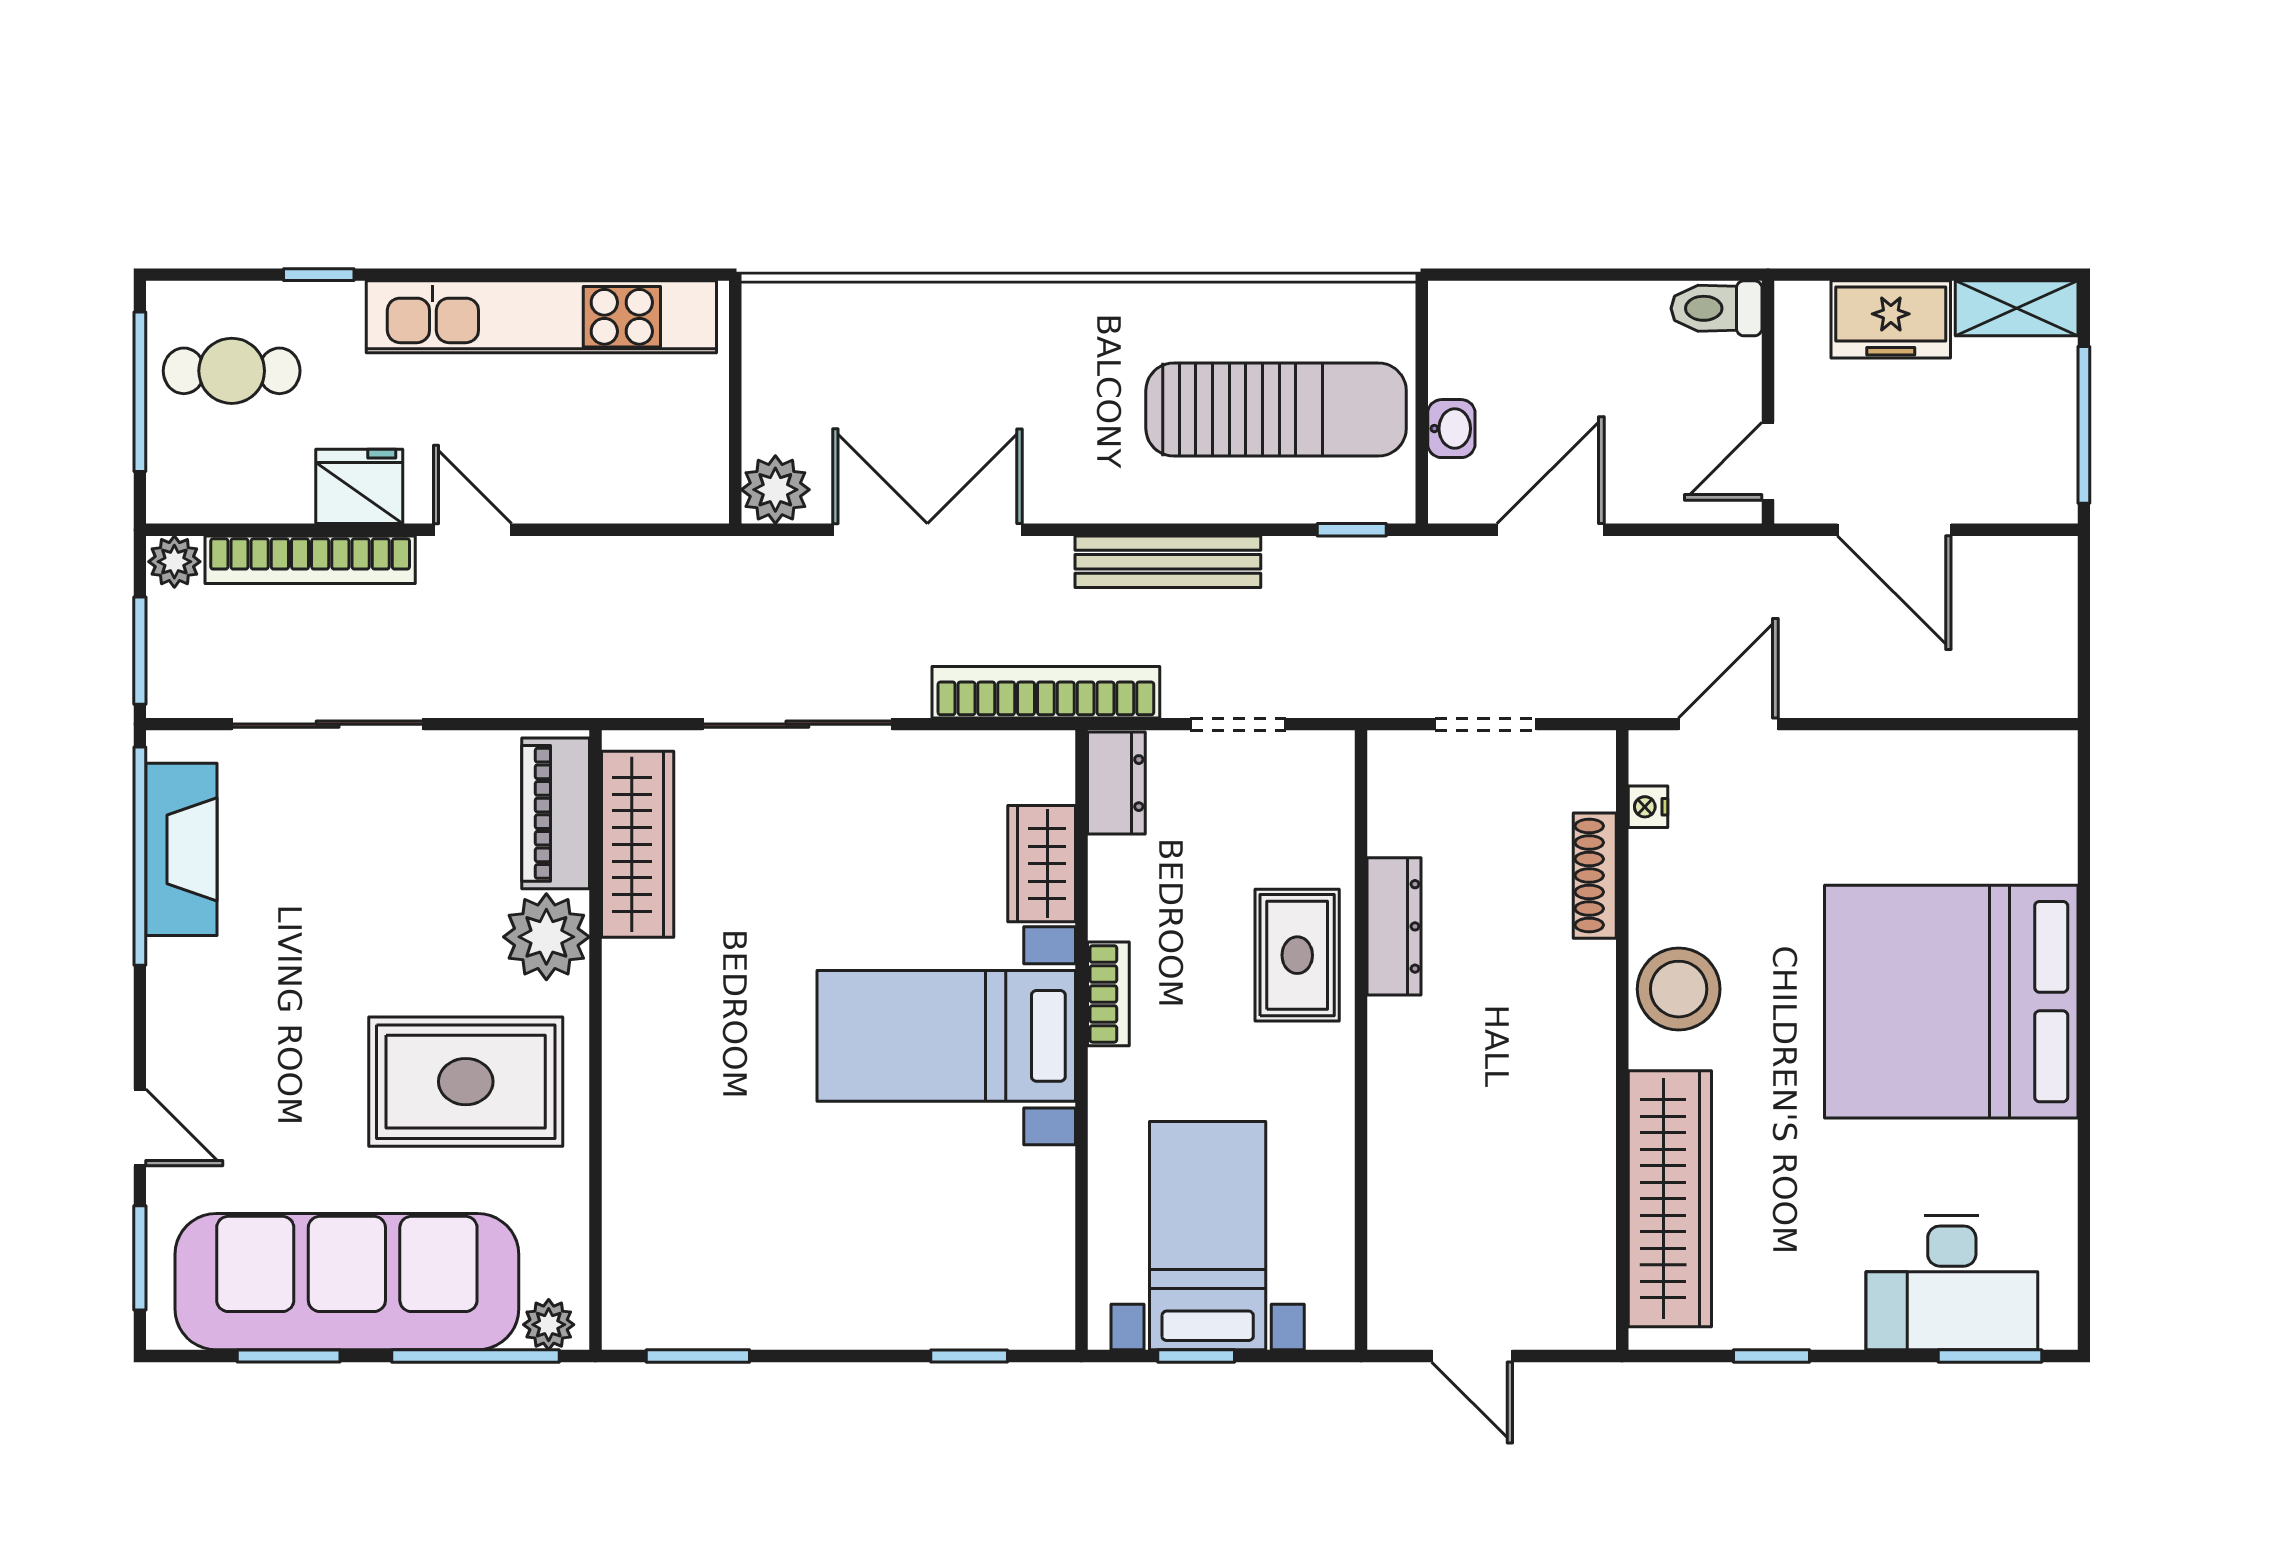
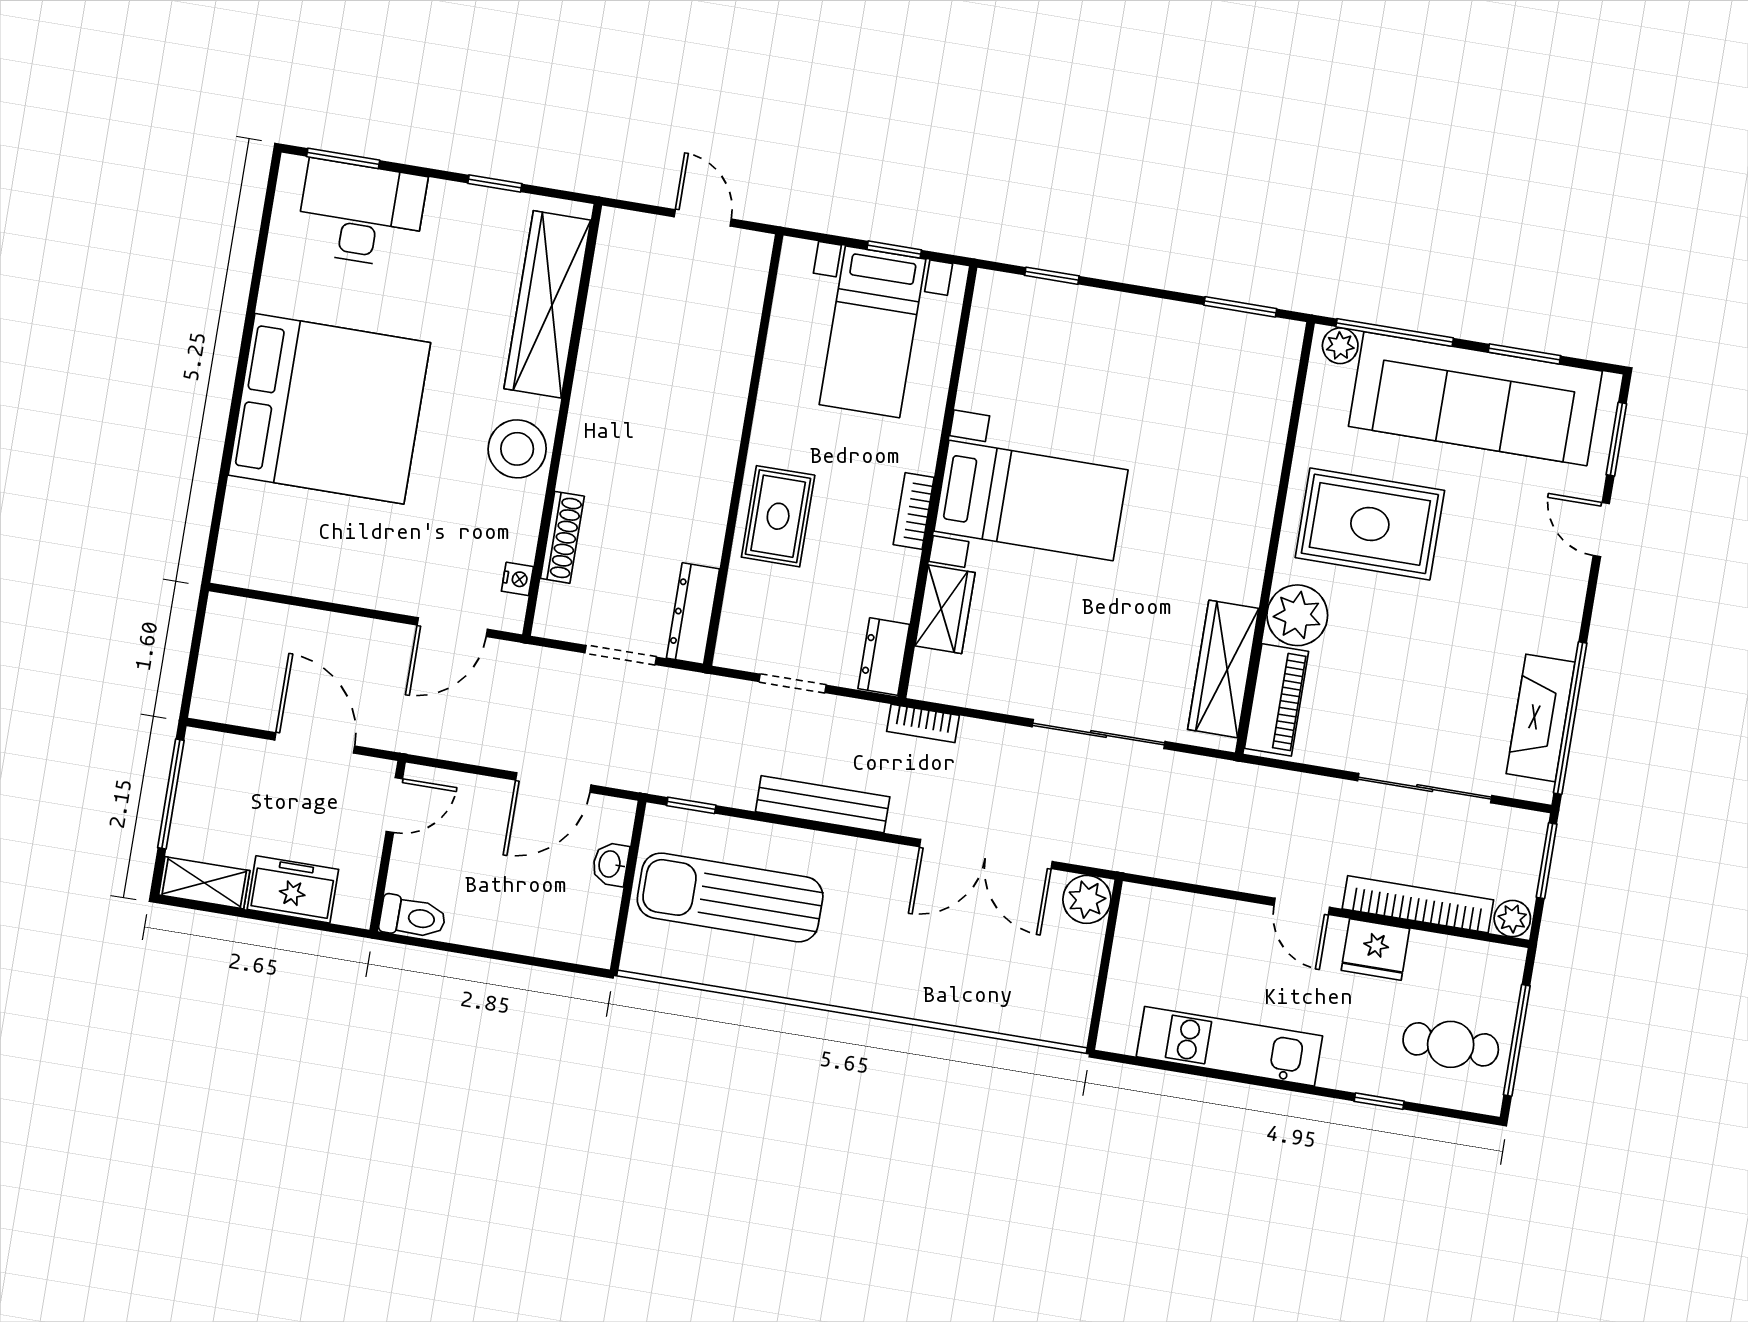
kitchen unit: (541, 317) -> (1229, 1046), width x0.73
bookcase: (1046, 692) -> (923, 723), width x0.43, depth x0.76
dresser: (1394, 926) -> (693, 614), moved

